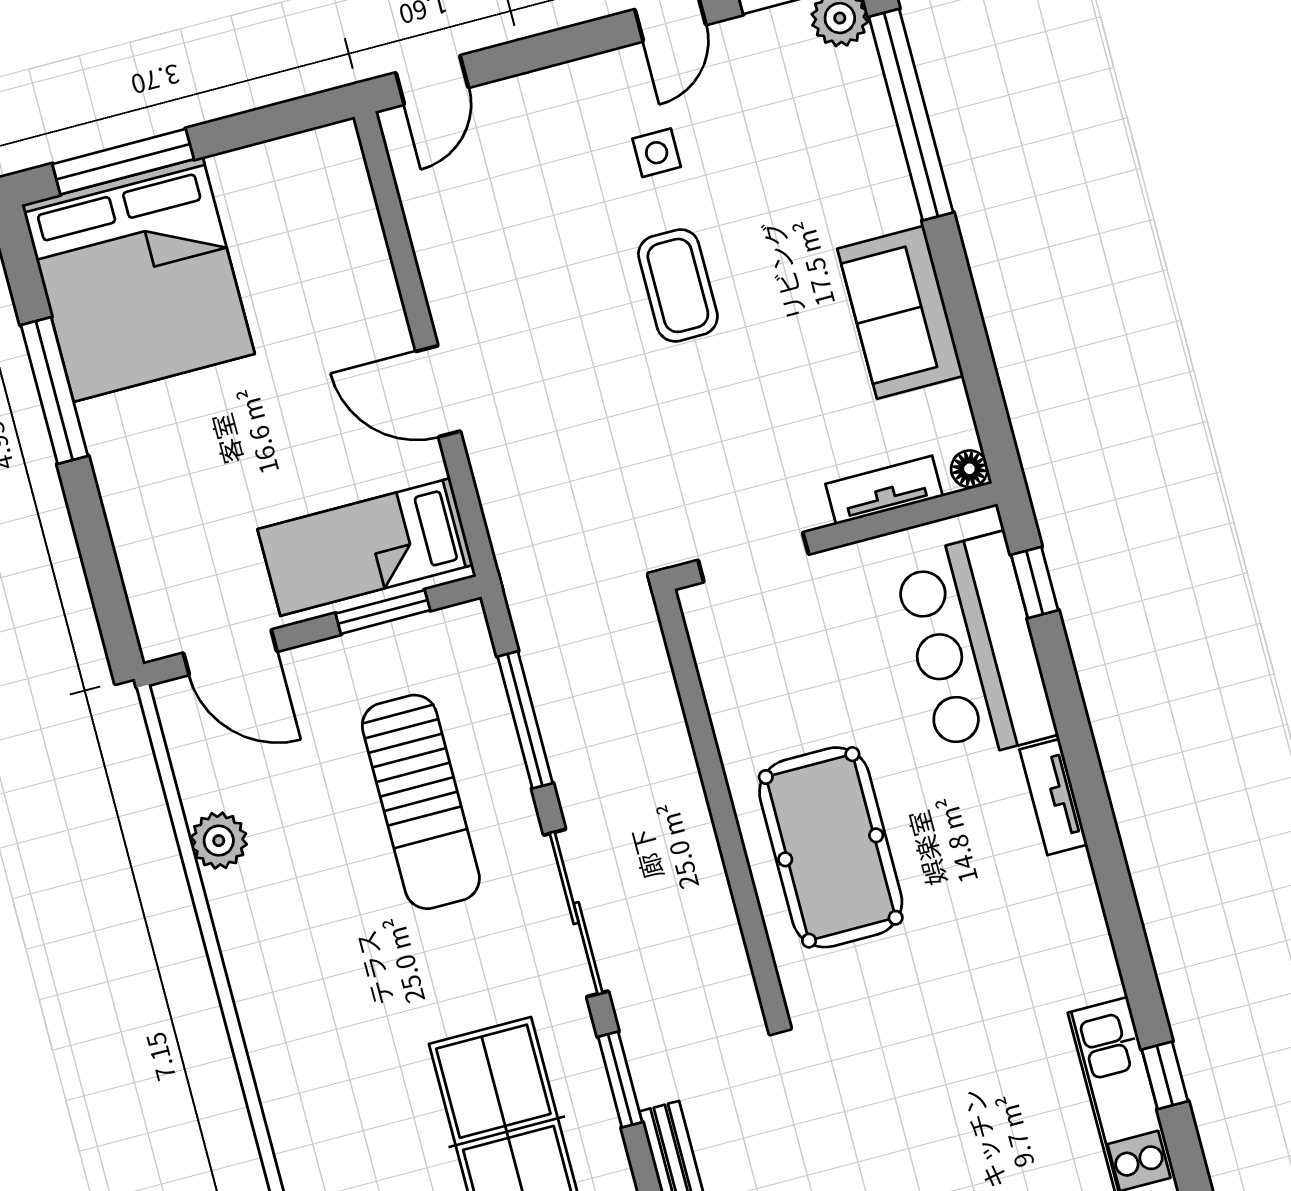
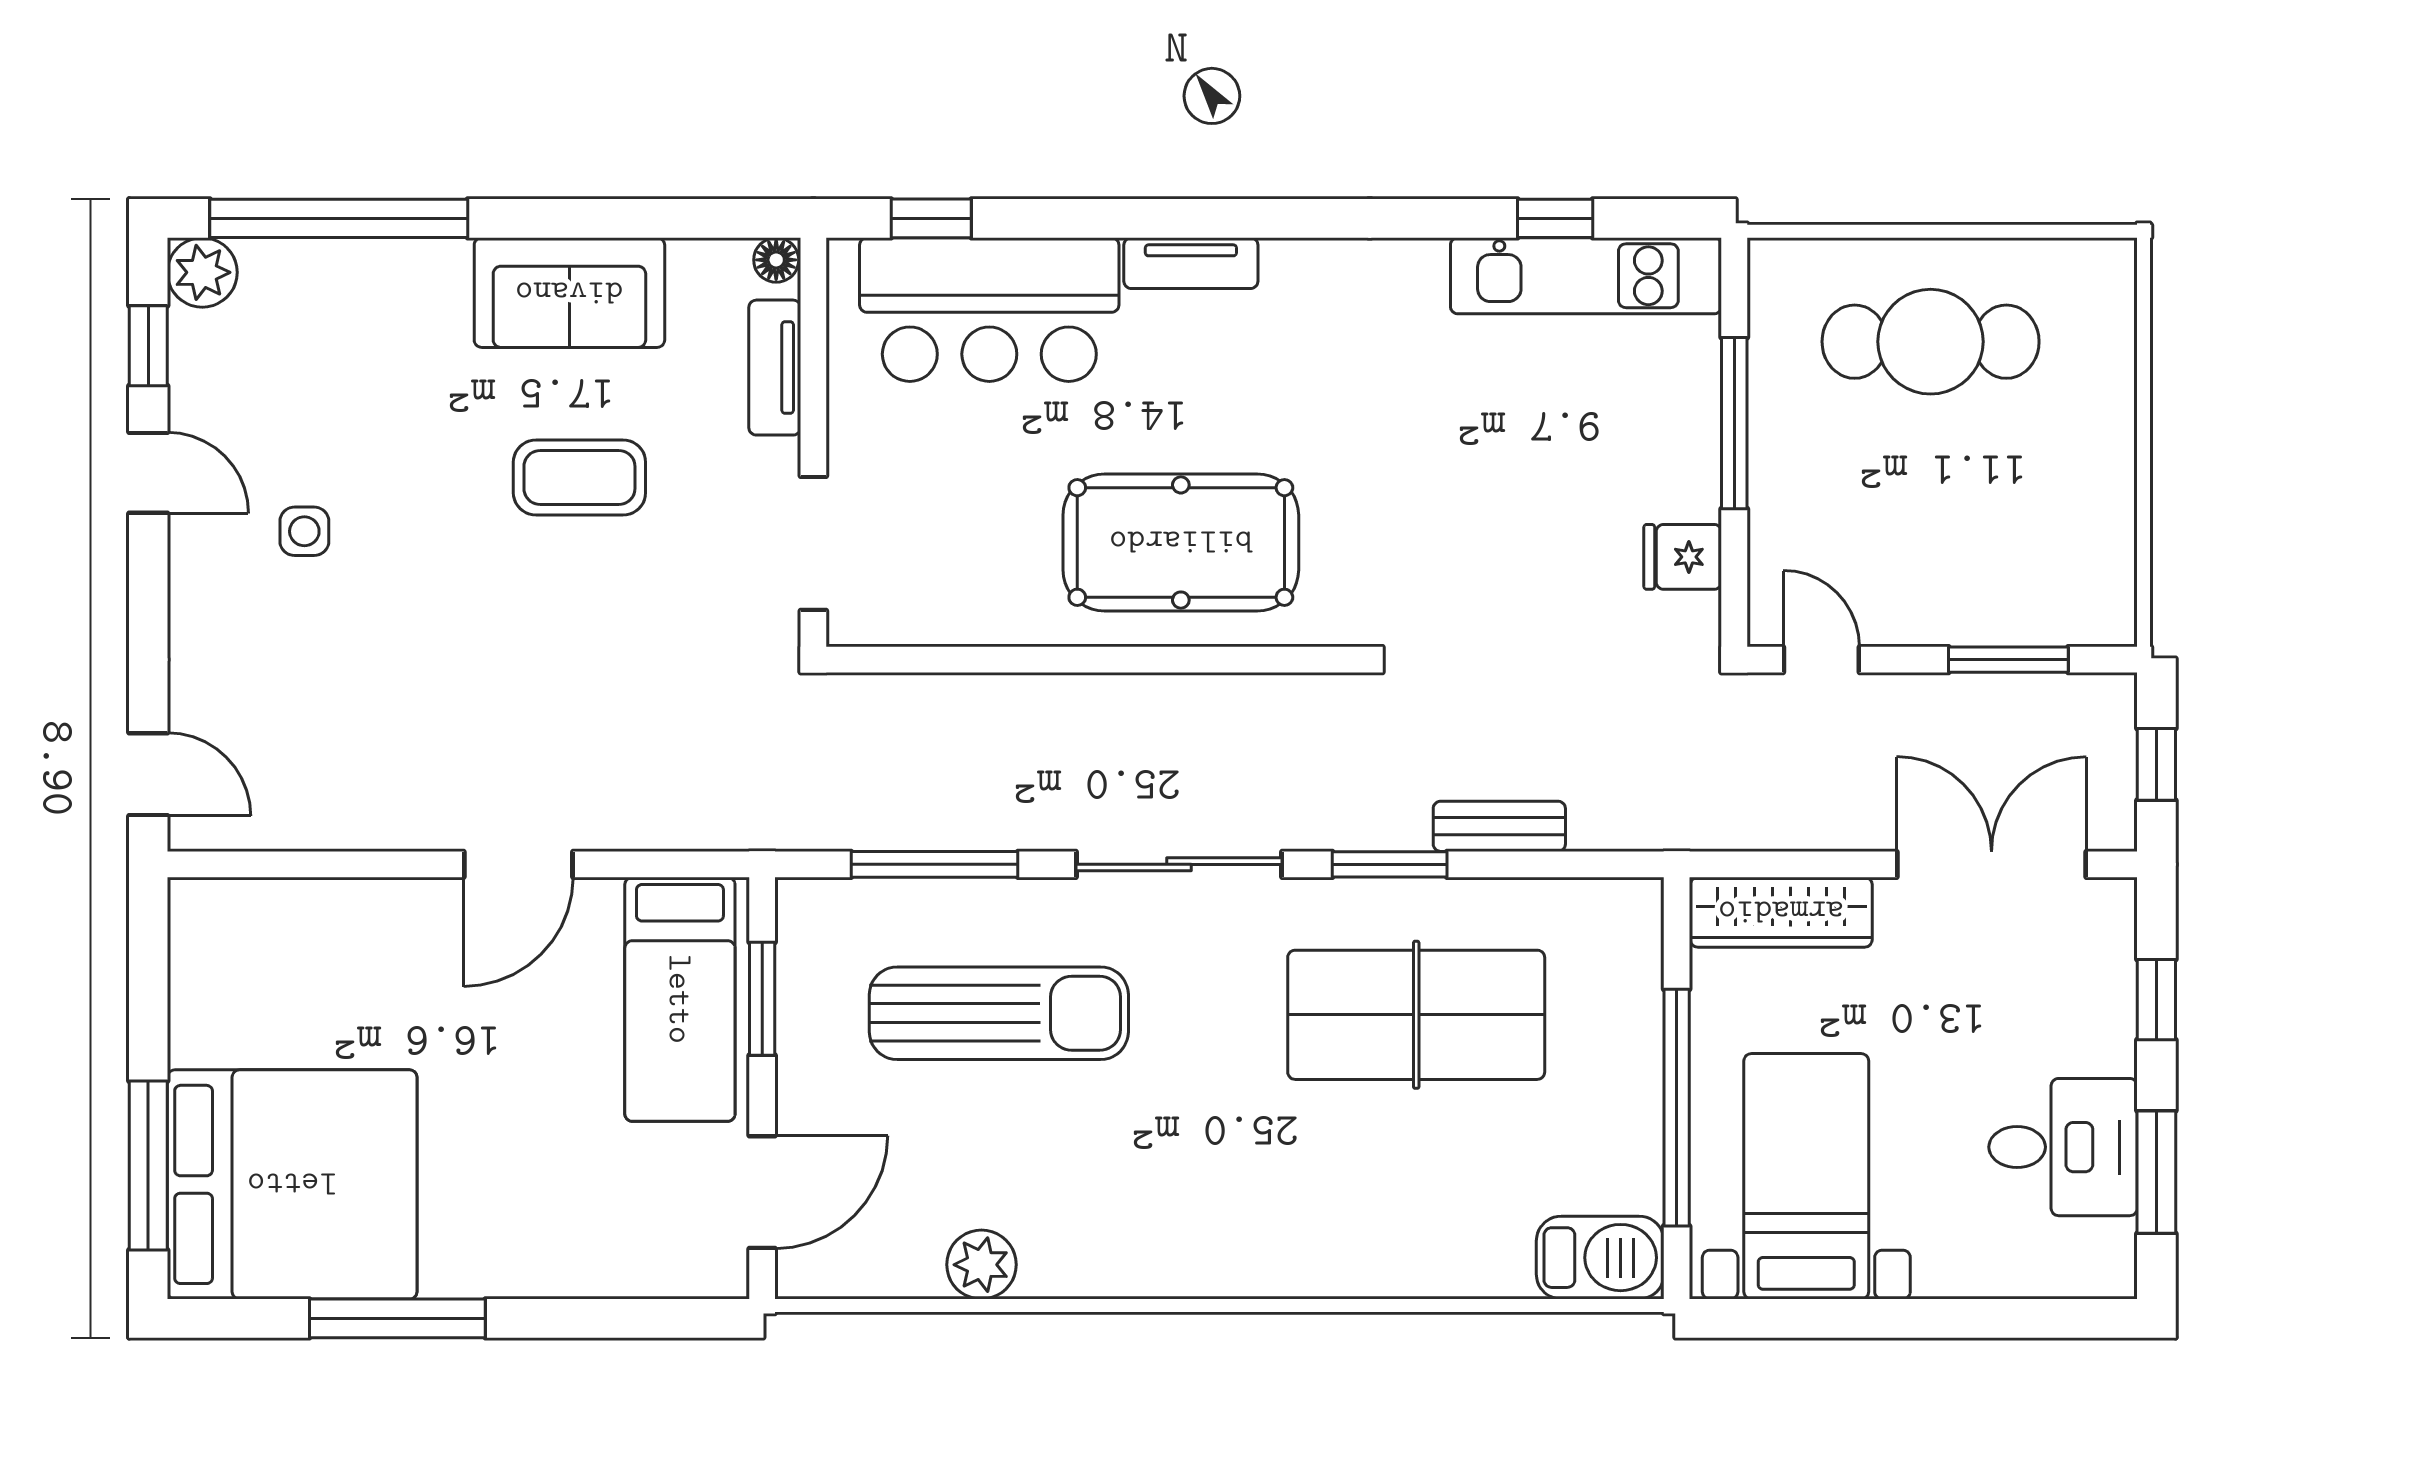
coffee table: (678, 285) -> (579, 477), moved

